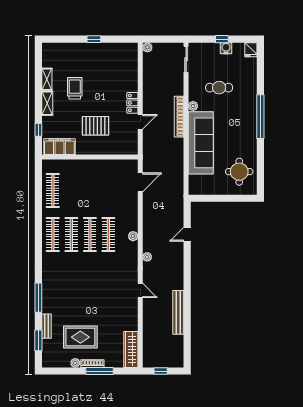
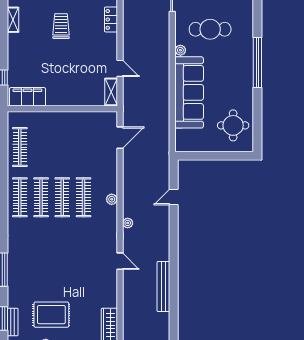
trolley: (75, 88) -> (61, 26), moved
cafe table: (219, 88) -> (210, 29), width x1.37, depth x1.35
shelving: (47, 103) -> (111, 92), moved
locker: (132, 103) -> (111, 19), moved
bookcase: (179, 117) -> (164, 62), removed
door: (140, 122) -> (120, 68), hinge flipped
pallet: (96, 126) -> (69, 73), removed
bench: (46, 326) -> (13, 322), moved

